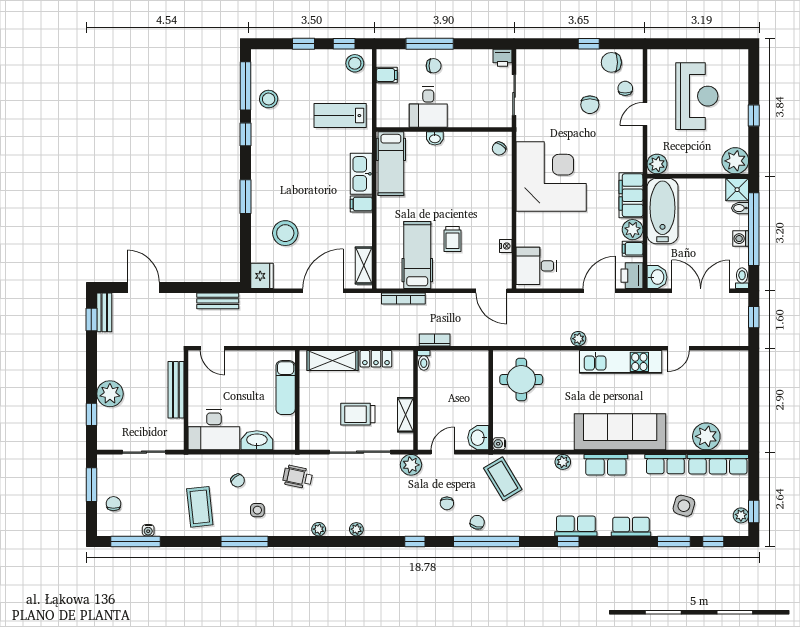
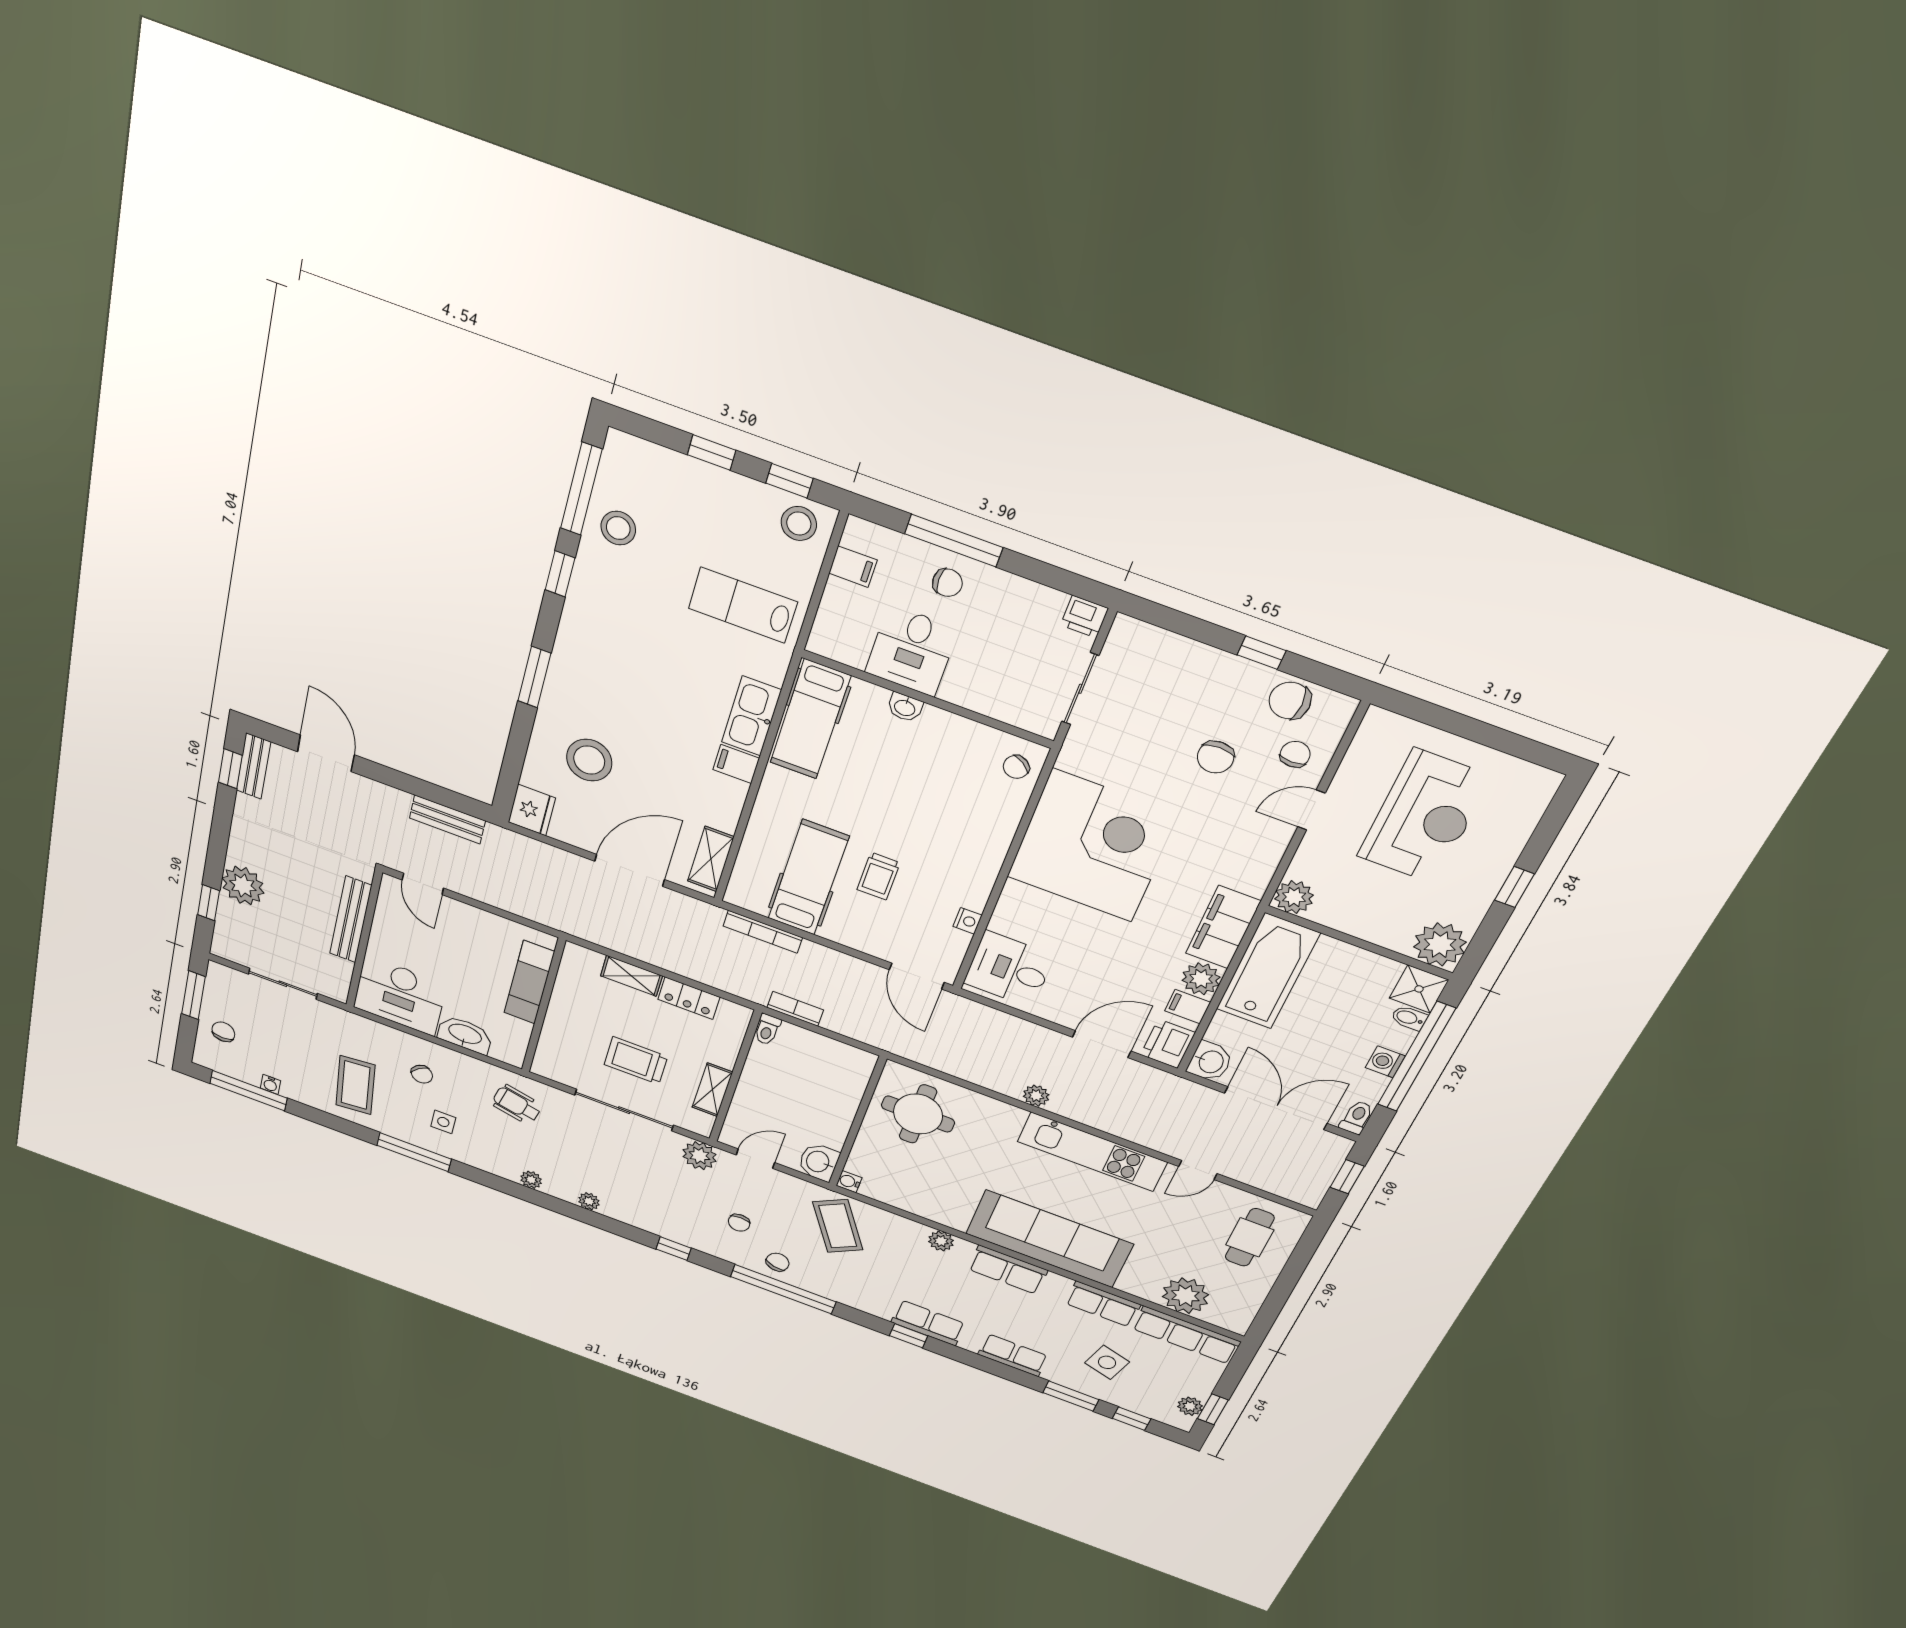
shelving: (333, 360) -> (632, 976), width x0.67, depth x0.75
cafe table: (723, 380) -> (1250, 1237), added

